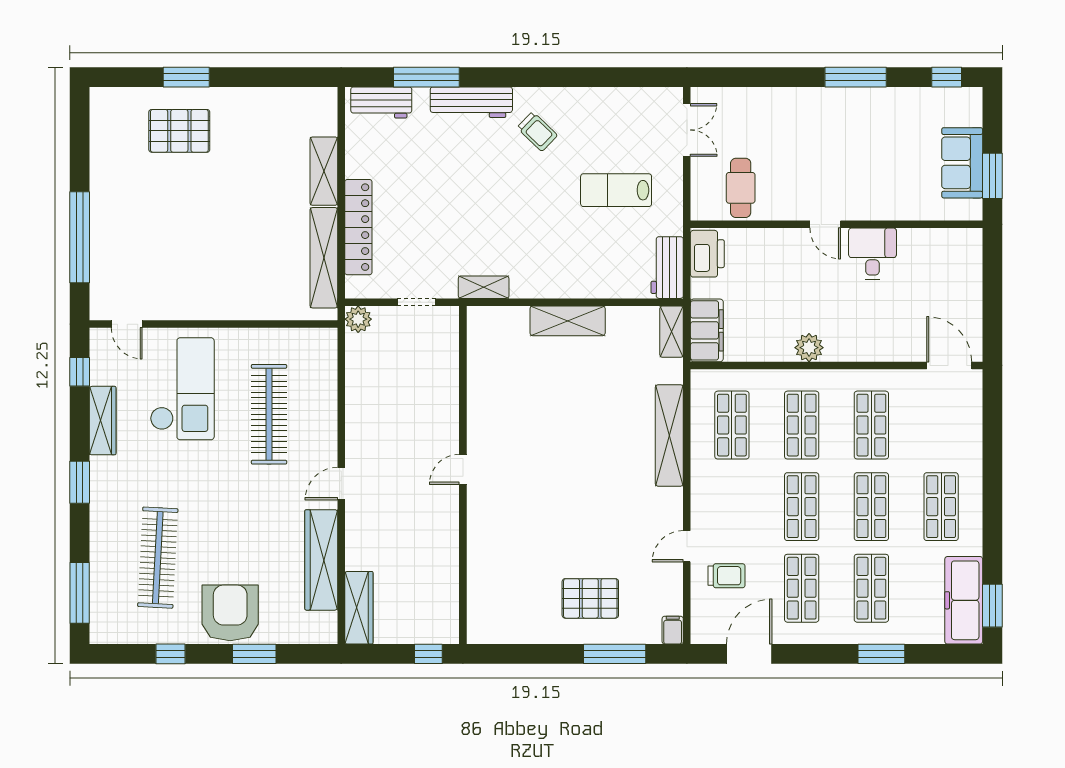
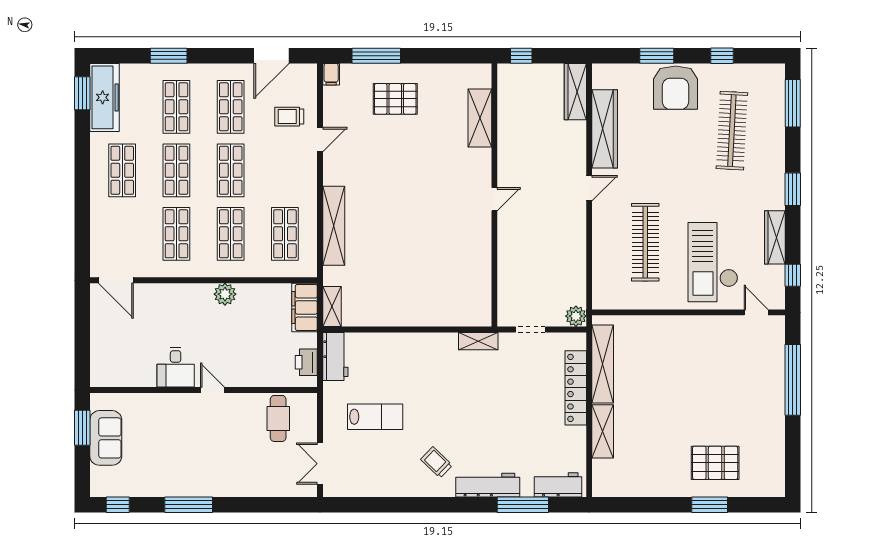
printer: (707, 254) -> (306, 362), width x0.73, depth x0.84
shelving: (568, 321) -> (480, 118), moved, turned 90

